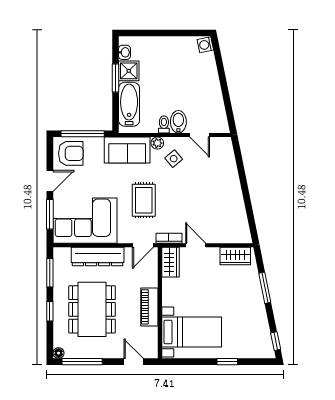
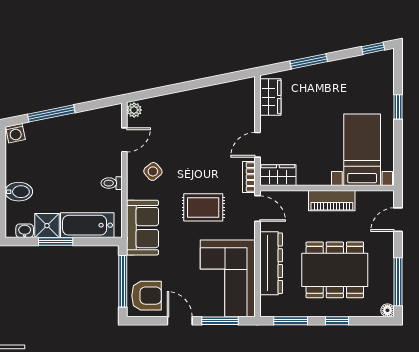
window: (222, 74) -> (51, 113), added
bidet: (178, 122) -> (19, 192), moved, turned 180
plant: (157, 143) -> (134, 110), moved
armchair: (71, 153) -> (147, 296), turned 90

